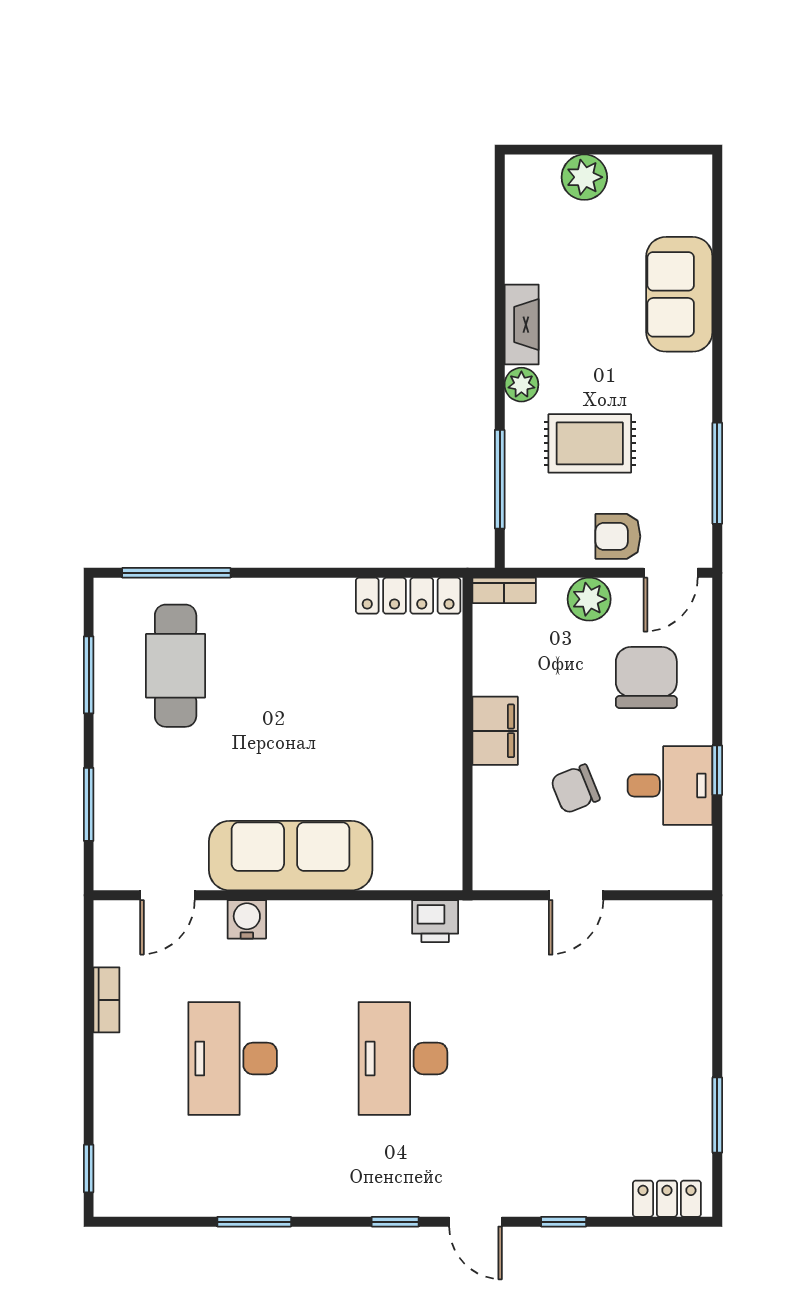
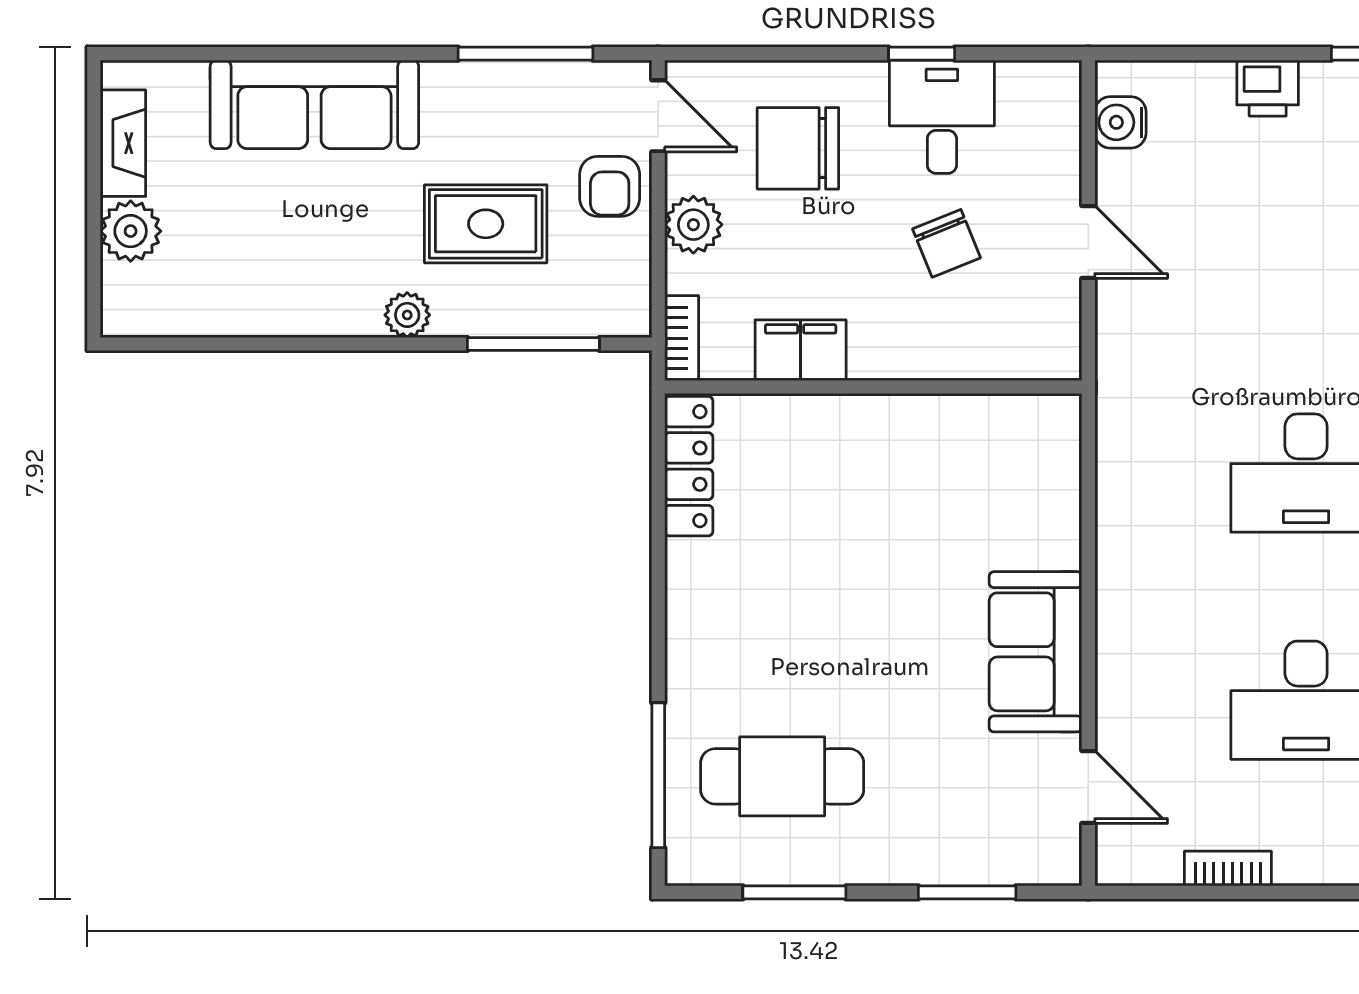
sofa: (679, 294) -> (314, 104), width x1.36
fireplace: (522, 325) -> (123, 143), moved, turned 90
rug: (590, 443) -> (486, 224), turned 90
filing cabinet: (495, 731) -> (801, 350), moved
sofa: (291, 856) -> (1036, 652), width x0.73
water cooler: (247, 919) -> (1120, 122), moved
printer: (435, 921) -> (1268, 88), moved, turned 90

